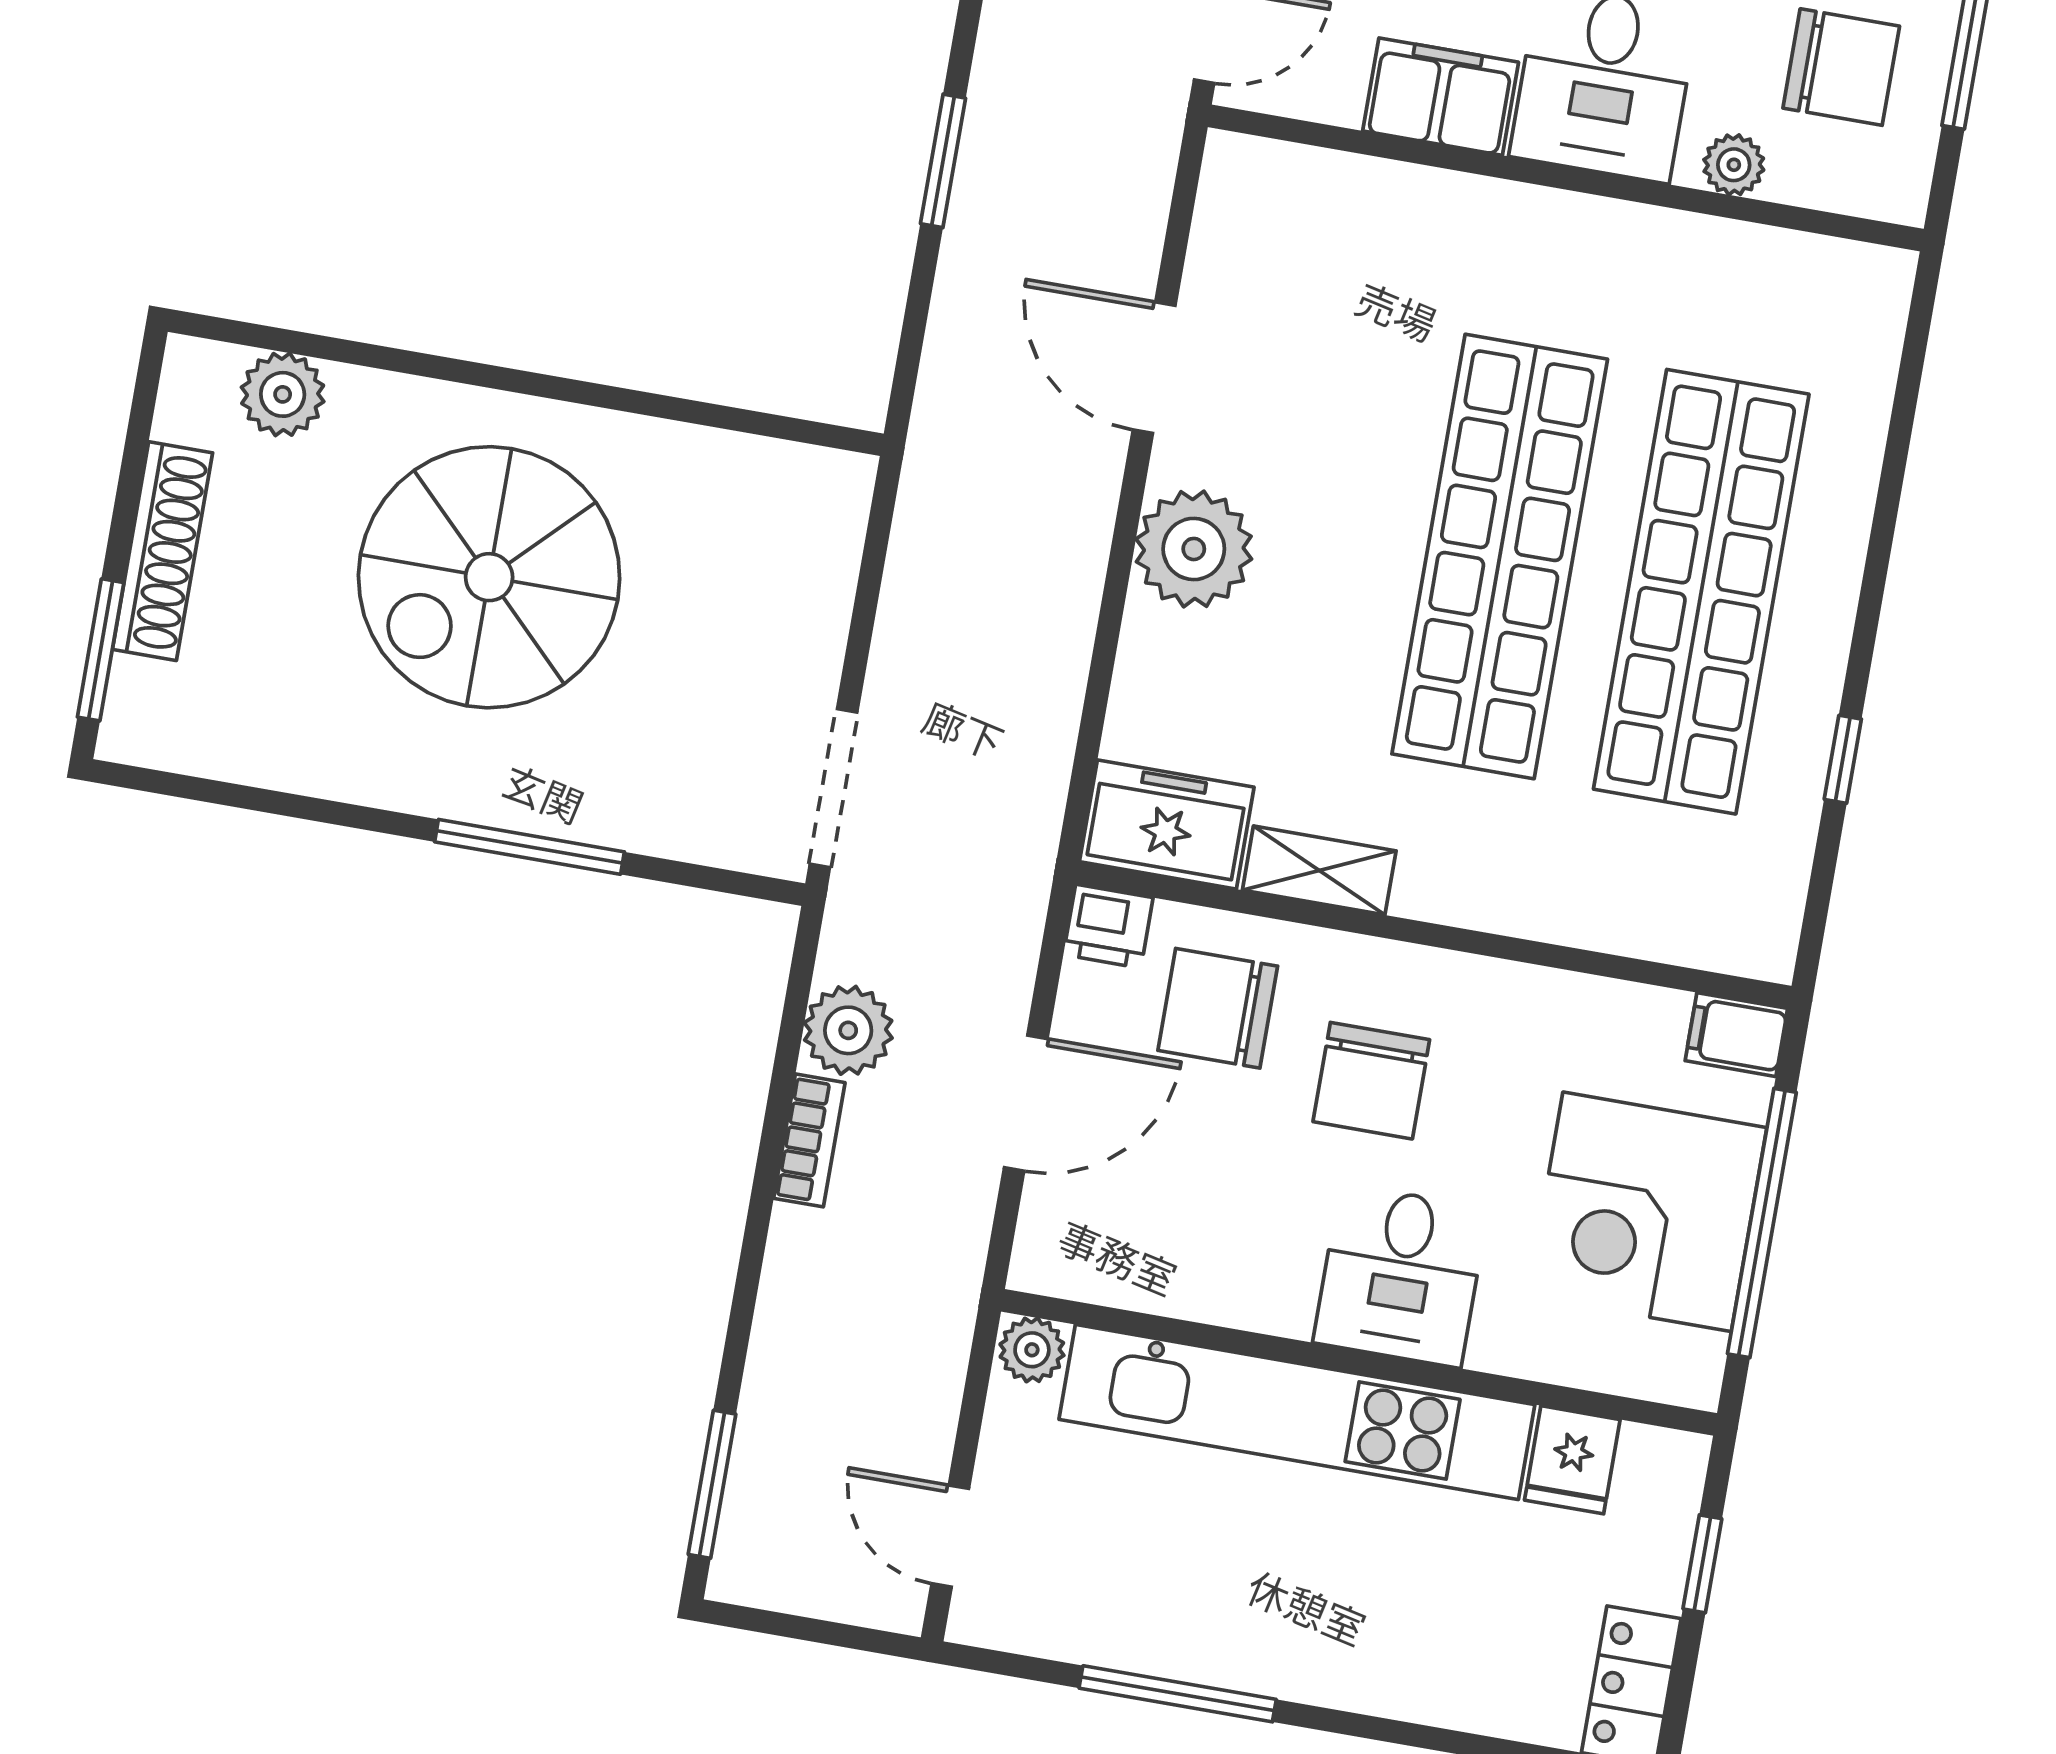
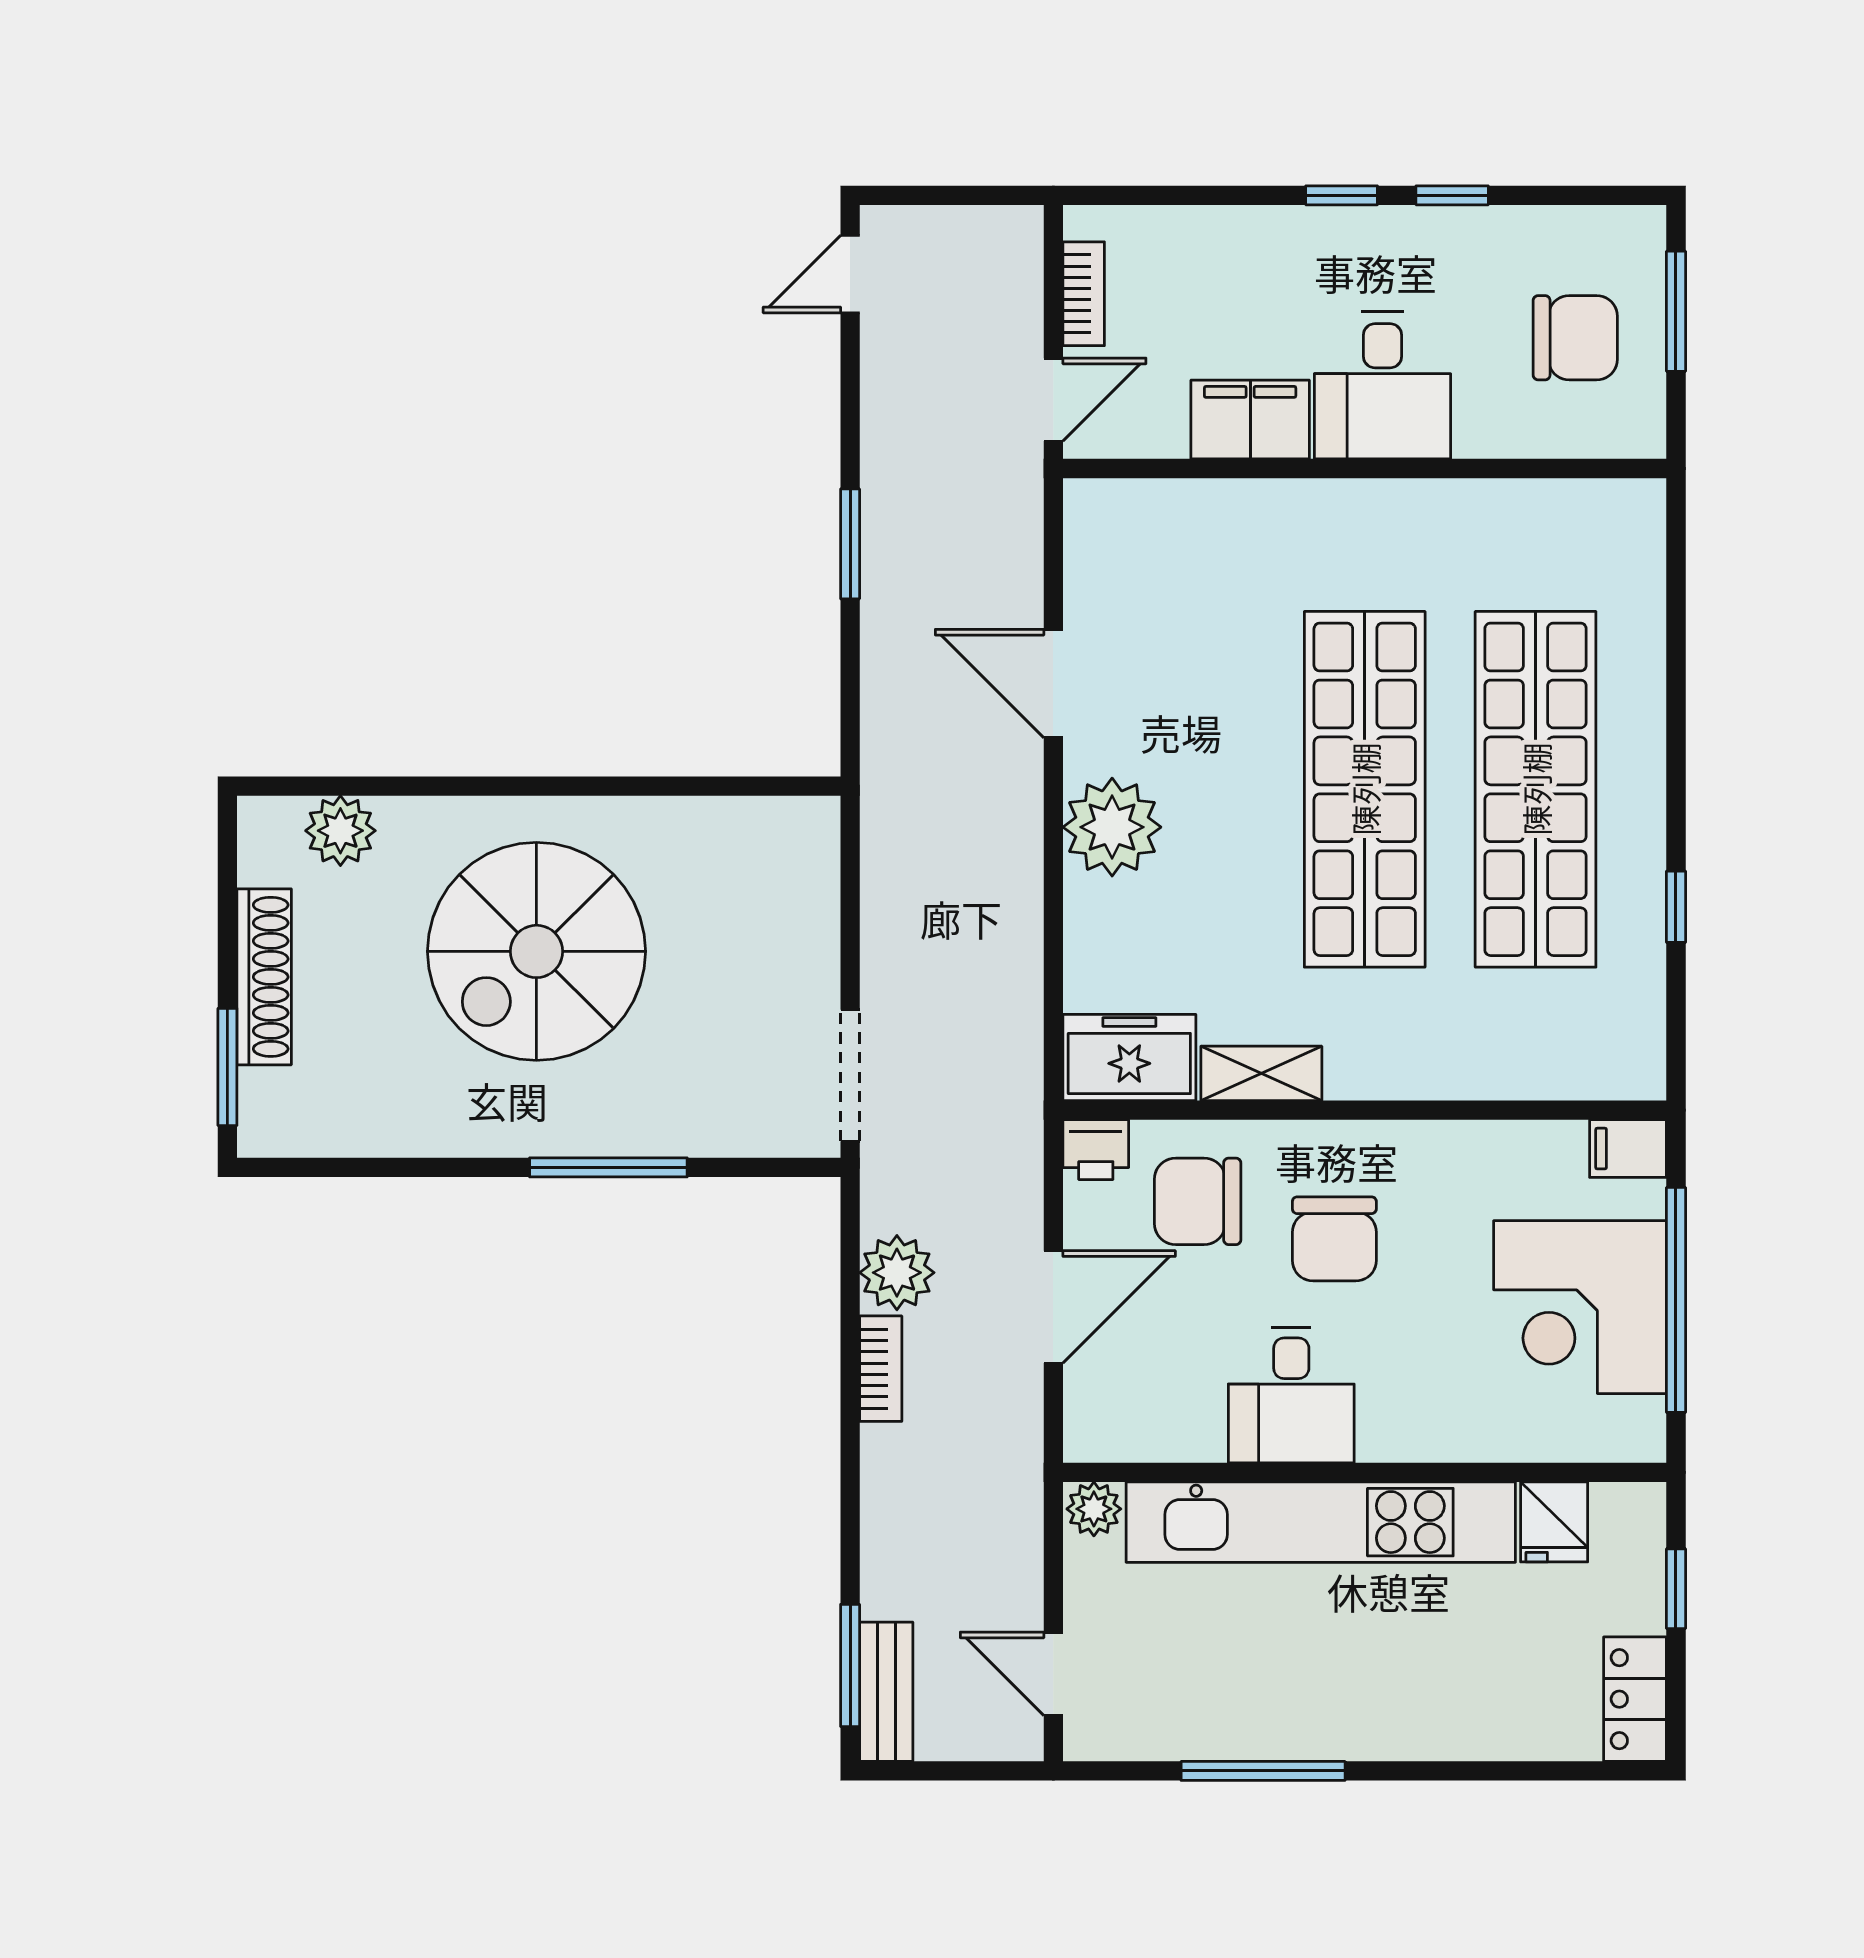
plant: (1734, 165) -> (1501, 434), removed
desk: (1401, 1276) -> (1291, 1395), moved
bench: (749, 1523) -> (886, 1692), added

